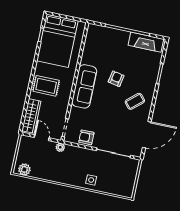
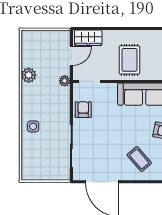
rug: (46, 86) -> (129, 60), moved
wardrobe: (31, 116) -> (88, 38), width x0.67
plant: (24, 169) -> (29, 75), moved

